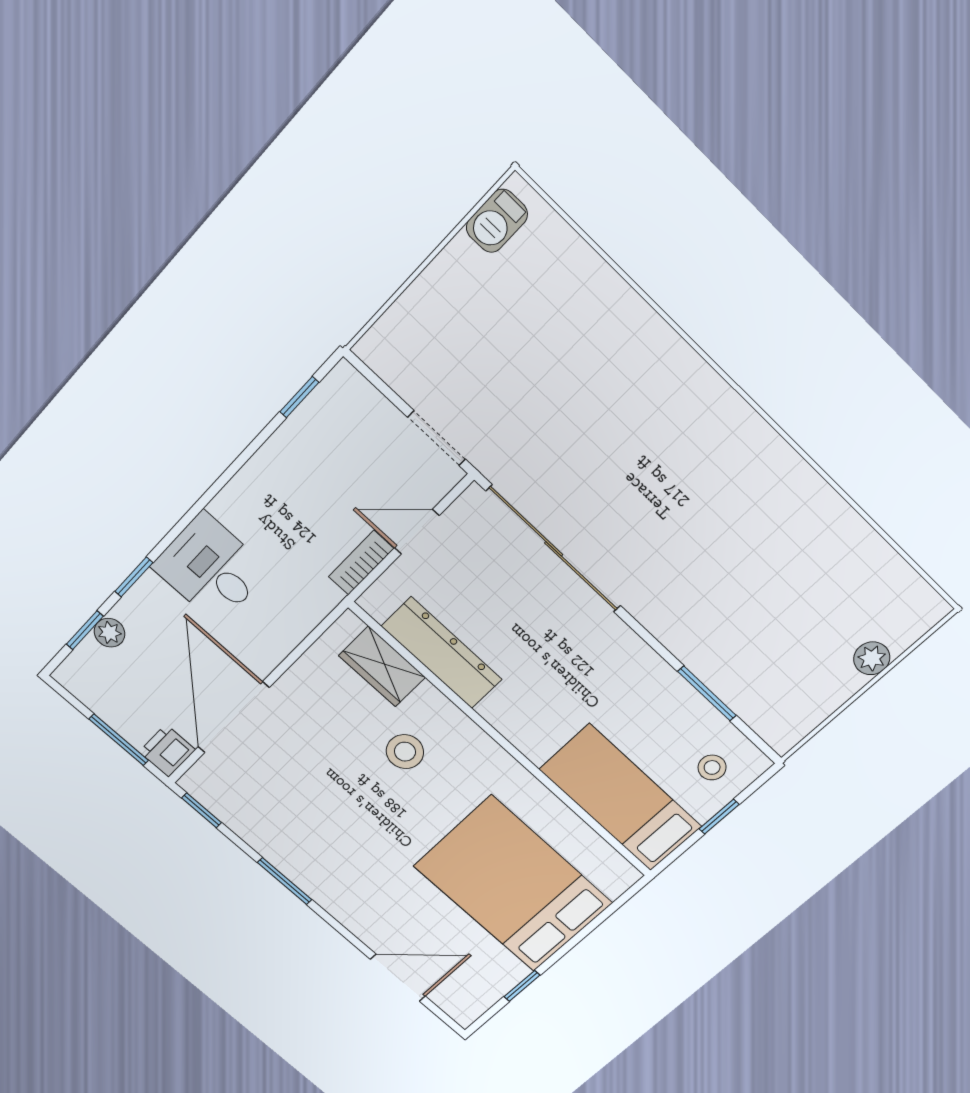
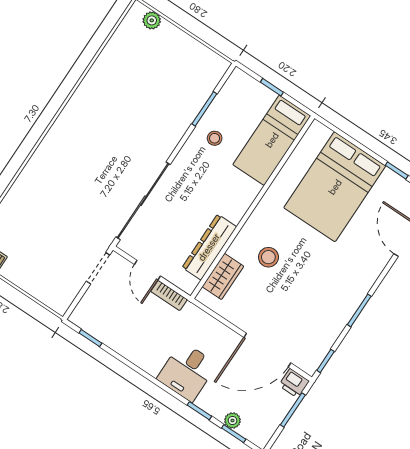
plant: (872, 658) -> (152, 20), moved
stool: (712, 767) -> (215, 138), moved

